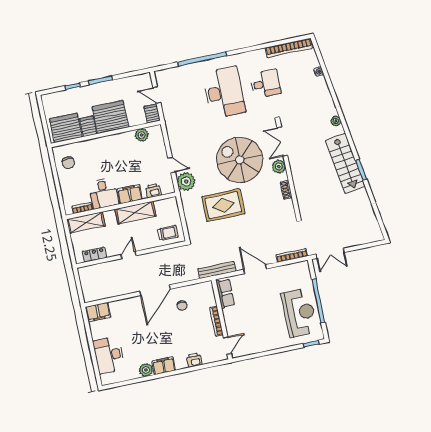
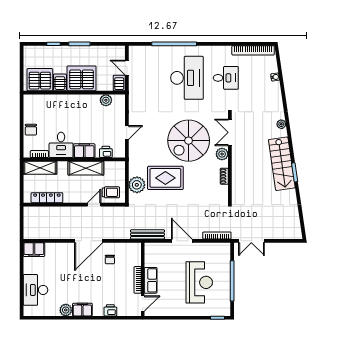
spiral stairs: (240, 160) -> (189, 141), turned -90
chair: (68, 163) -> (31, 130), moved
door: (171, 165) -> (127, 132), hinge flipped
plant: (186, 181) -> (137, 185), moved
locker: (94, 255) -> (47, 198), width x1.53
door: (129, 255) -> (94, 205), moved
row of seats: (225, 293) -> (151, 280), moved
reception desk: (299, 313) -> (199, 282), moved

